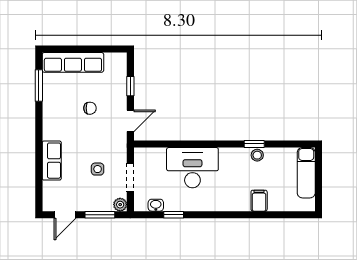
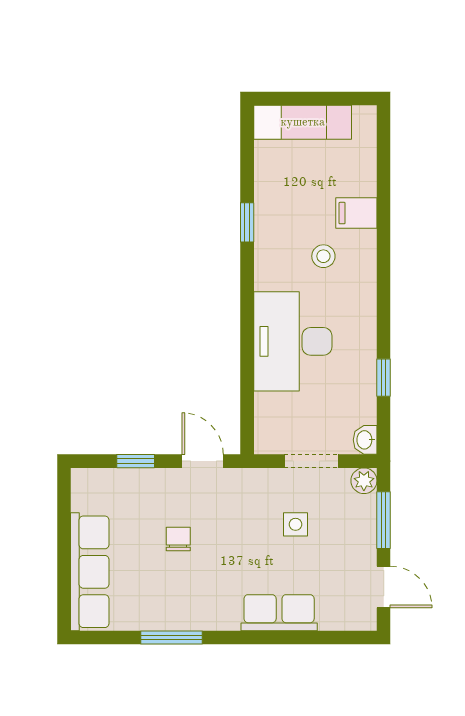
window: (39, 85) -> (172, 638), moved
stool: (257, 155) -> (323, 256), moved
washbasin: (156, 205) -> (365, 440), moved

